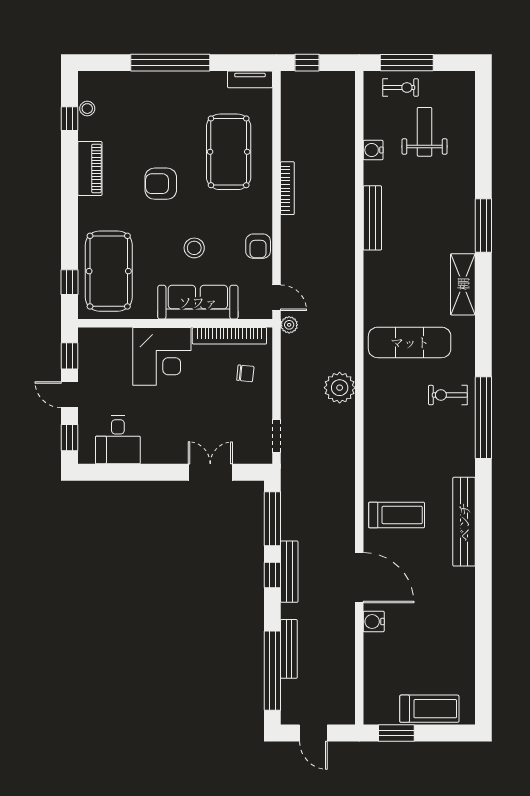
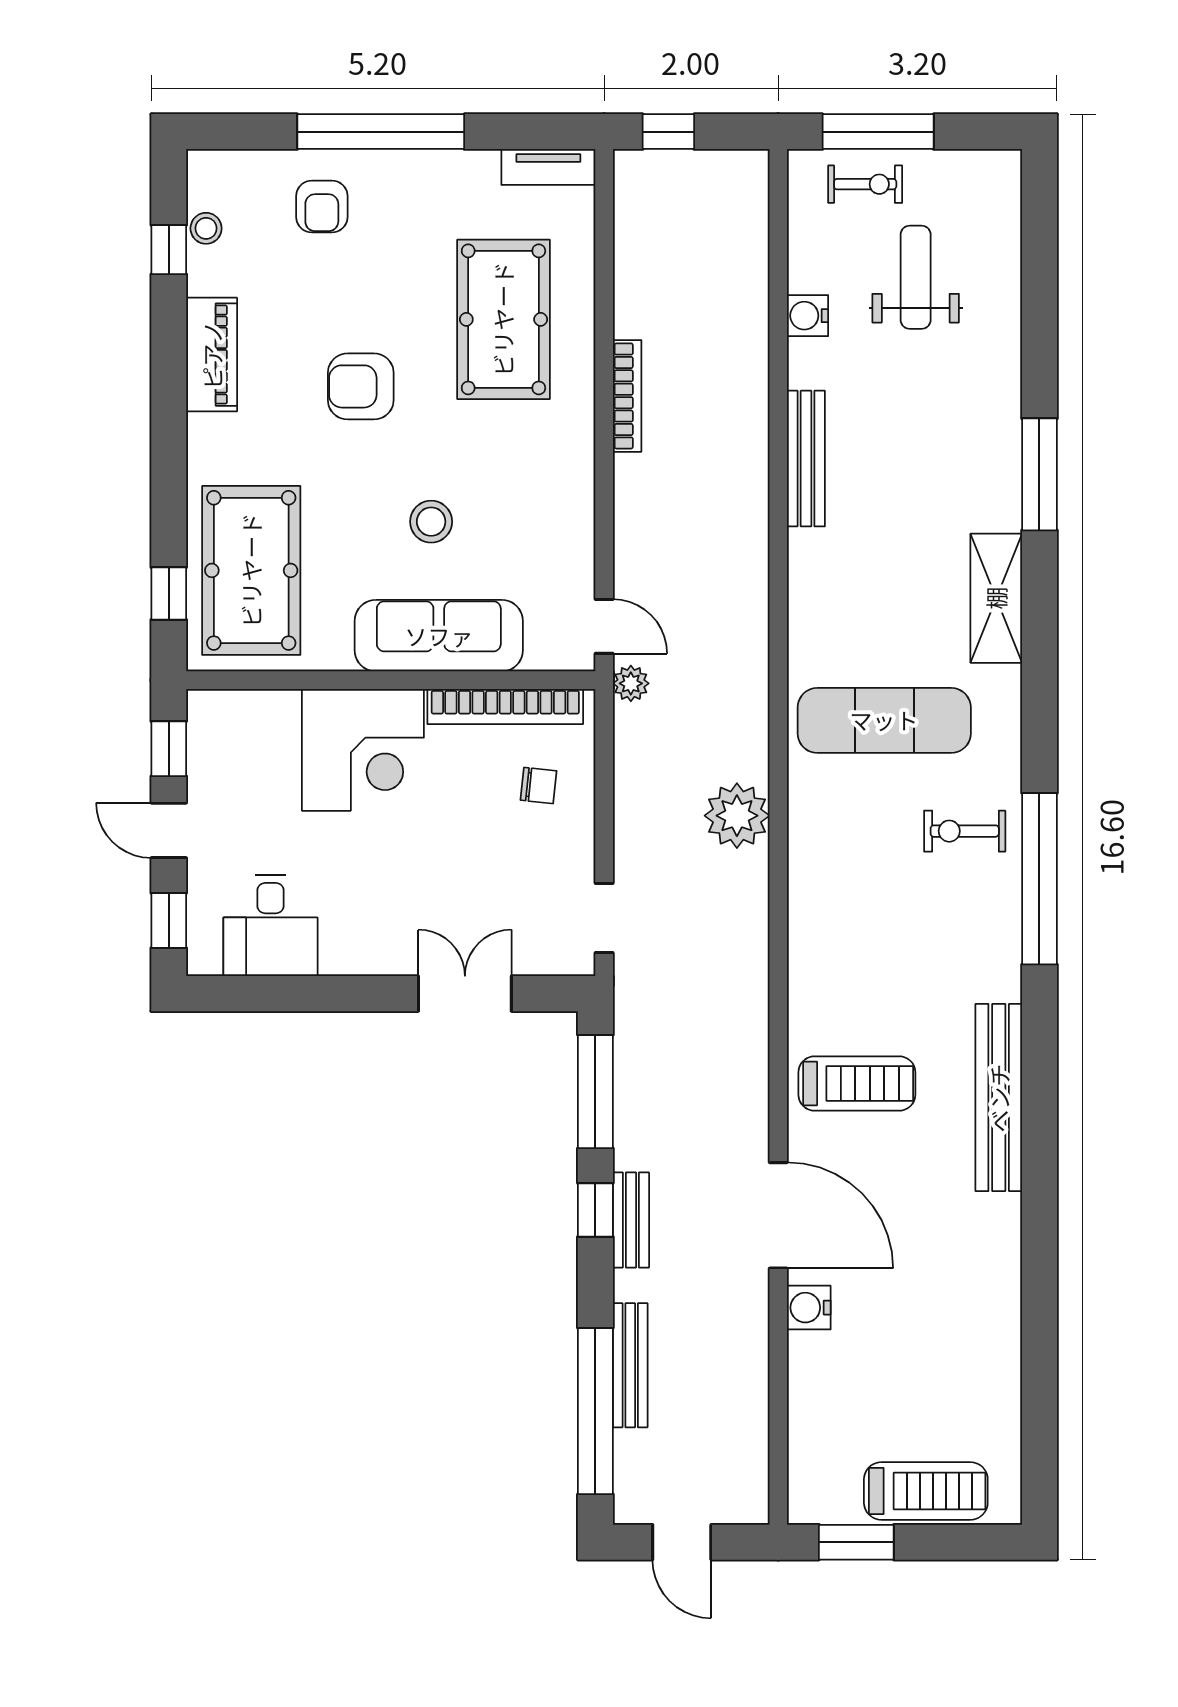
armchair: (258, 246) -> (322, 206), moved
bench: (289, 572) -> (631, 1220), width x0.73

